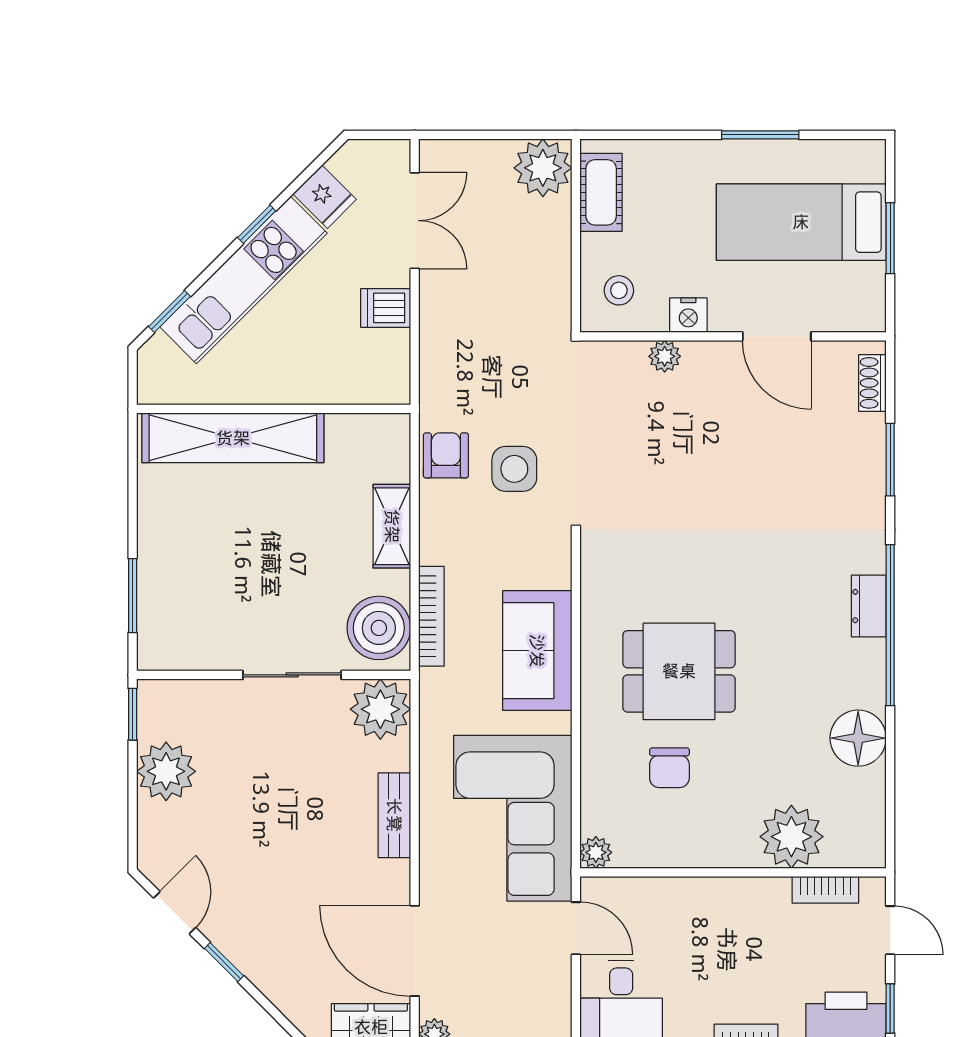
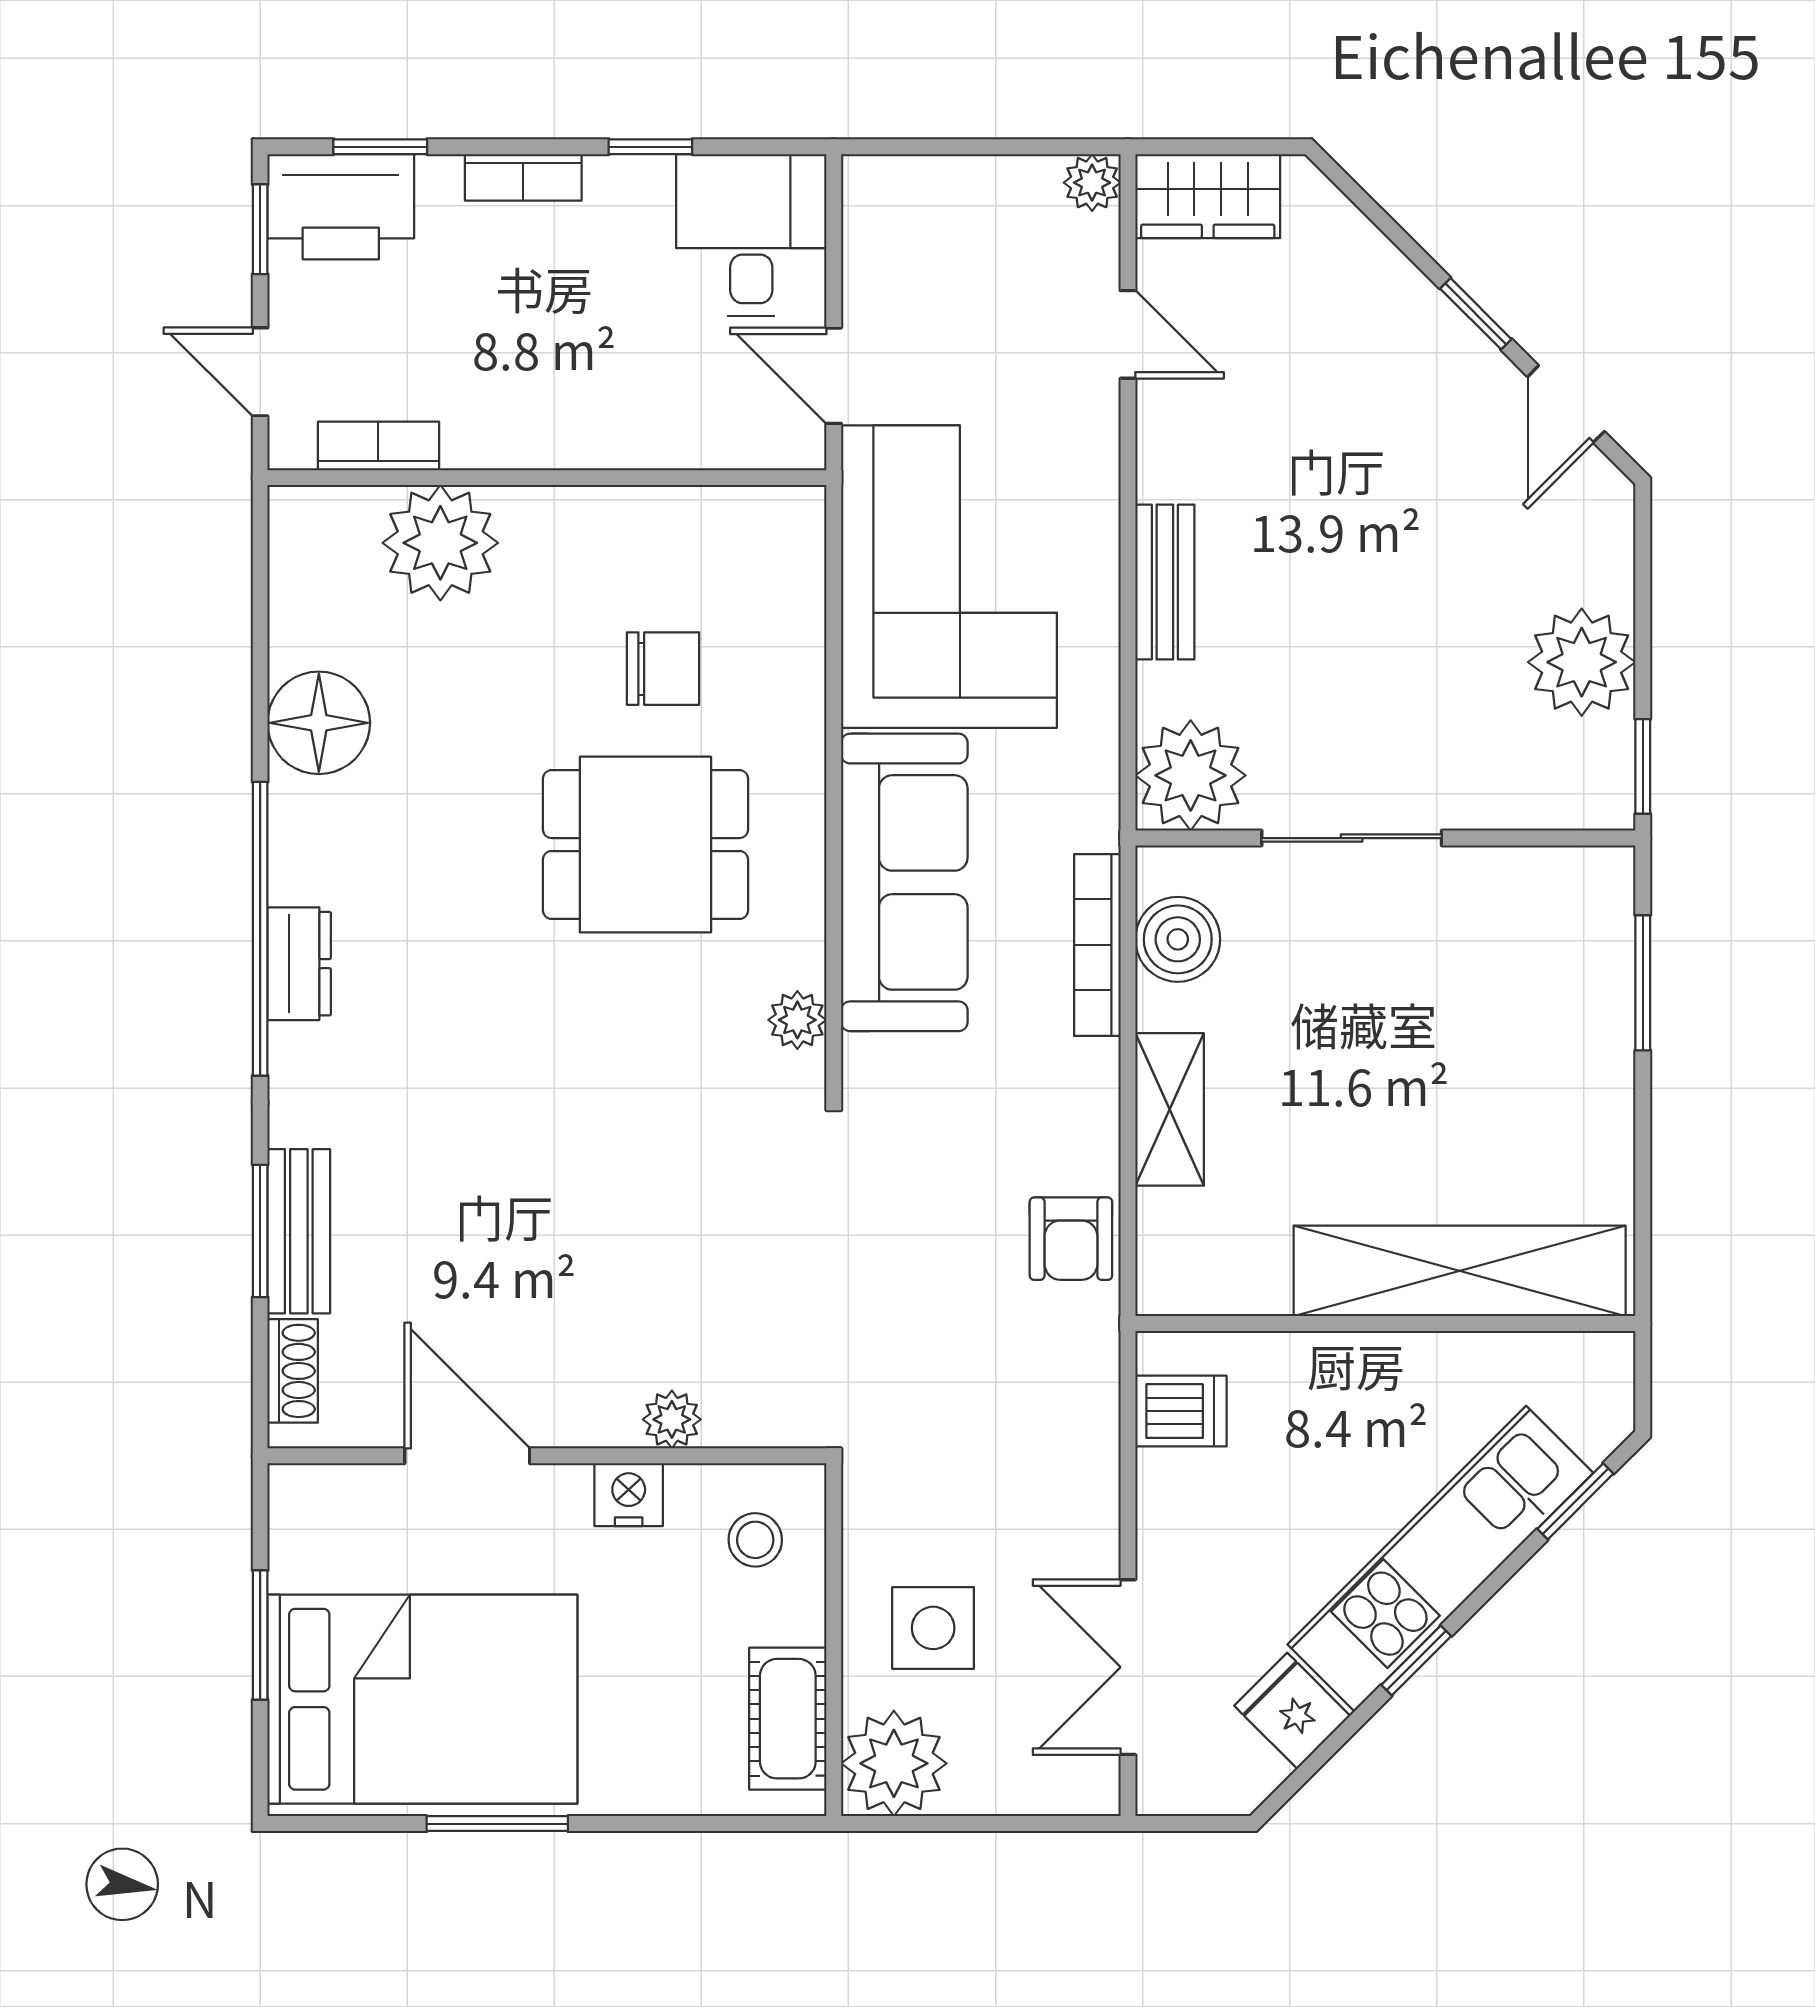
bed: (801, 222) -> (422, 1699), width x1.50
dishwasher: (386, 308) -> (1181, 1411), moved
bench: (869, 459) -> (299, 1231), added
side table: (514, 469) -> (933, 1628), moved
boiler: (379, 628) -> (1178, 939), width x0.73, depth x0.73
sofa: (537, 651) -> (904, 882), width x1.36
chair: (669, 768) -> (663, 669), turned 90
plant: (596, 852) -> (797, 1020), moved
door: (415, 951) -> (1128, 334), width x0.53

